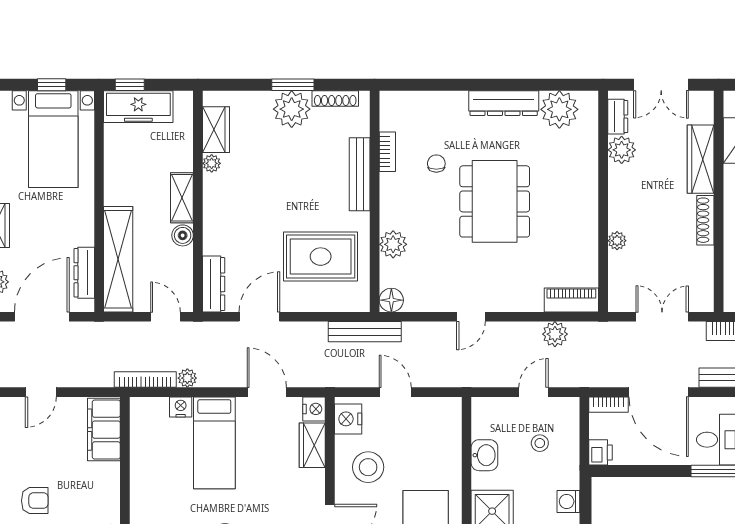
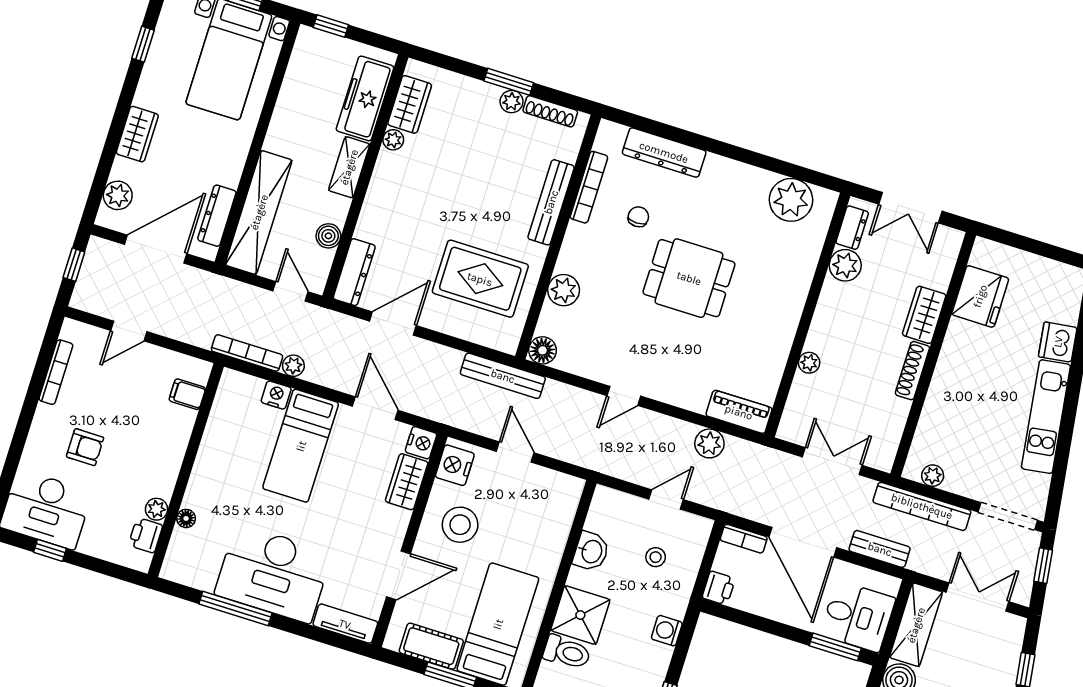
dresser: (504, 103) -> (664, 152), moved
freezer: (138, 107) -> (365, 98), moved, turned 90
plant: (292, 109) -> (512, 102), width x0.53, depth x0.53
bookcase: (387, 152) -> (589, 187), width x1.56
wardrobe: (701, 159) -> (924, 315), width x0.67
dining table: (495, 201) -> (689, 278), width x0.73
boiler: (183, 235) -> (328, 236), moved
filing cabinet: (104, 430) -> (187, 394), width x0.33, depth x0.86

